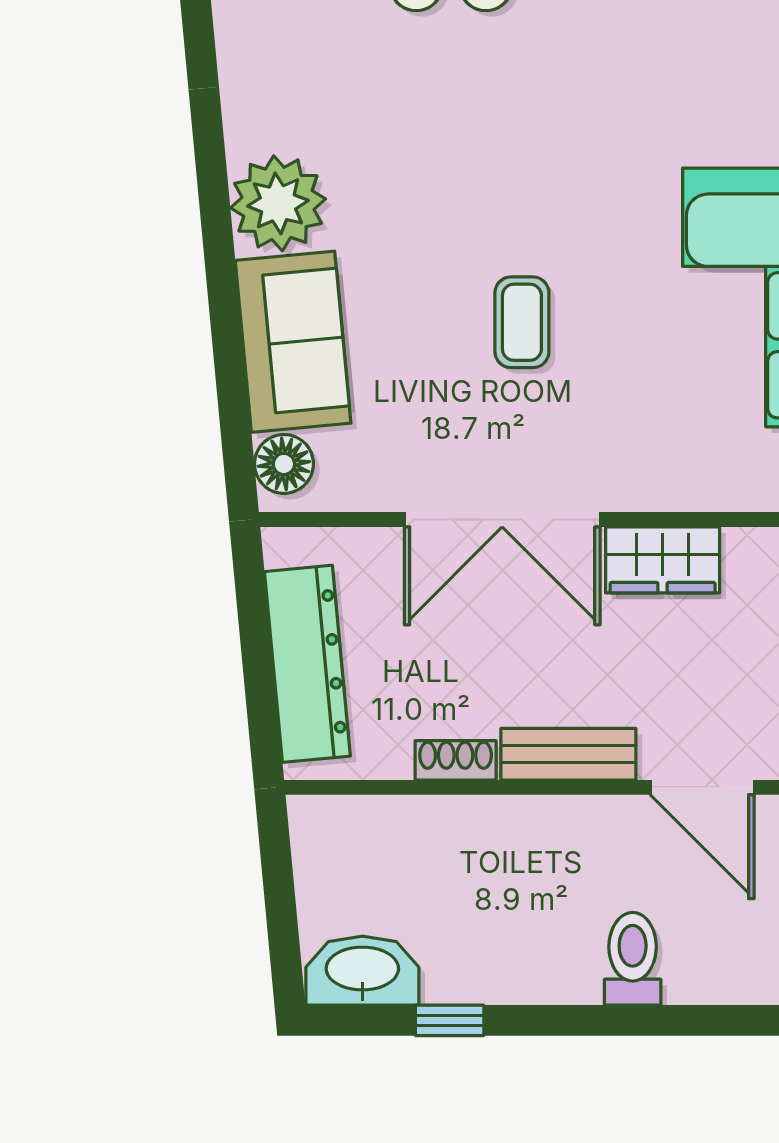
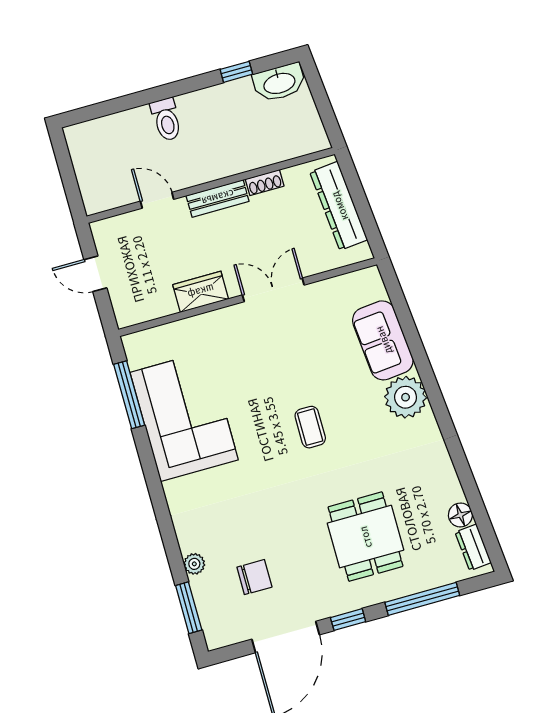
coffee table: (522, 322) -> (310, 427), moved
floor lamp: (284, 464) -> (372, 288), removed
double door: (502, 520) -> (273, 290), width x0.73
door: (702, 787) -> (157, 200), width x0.73

